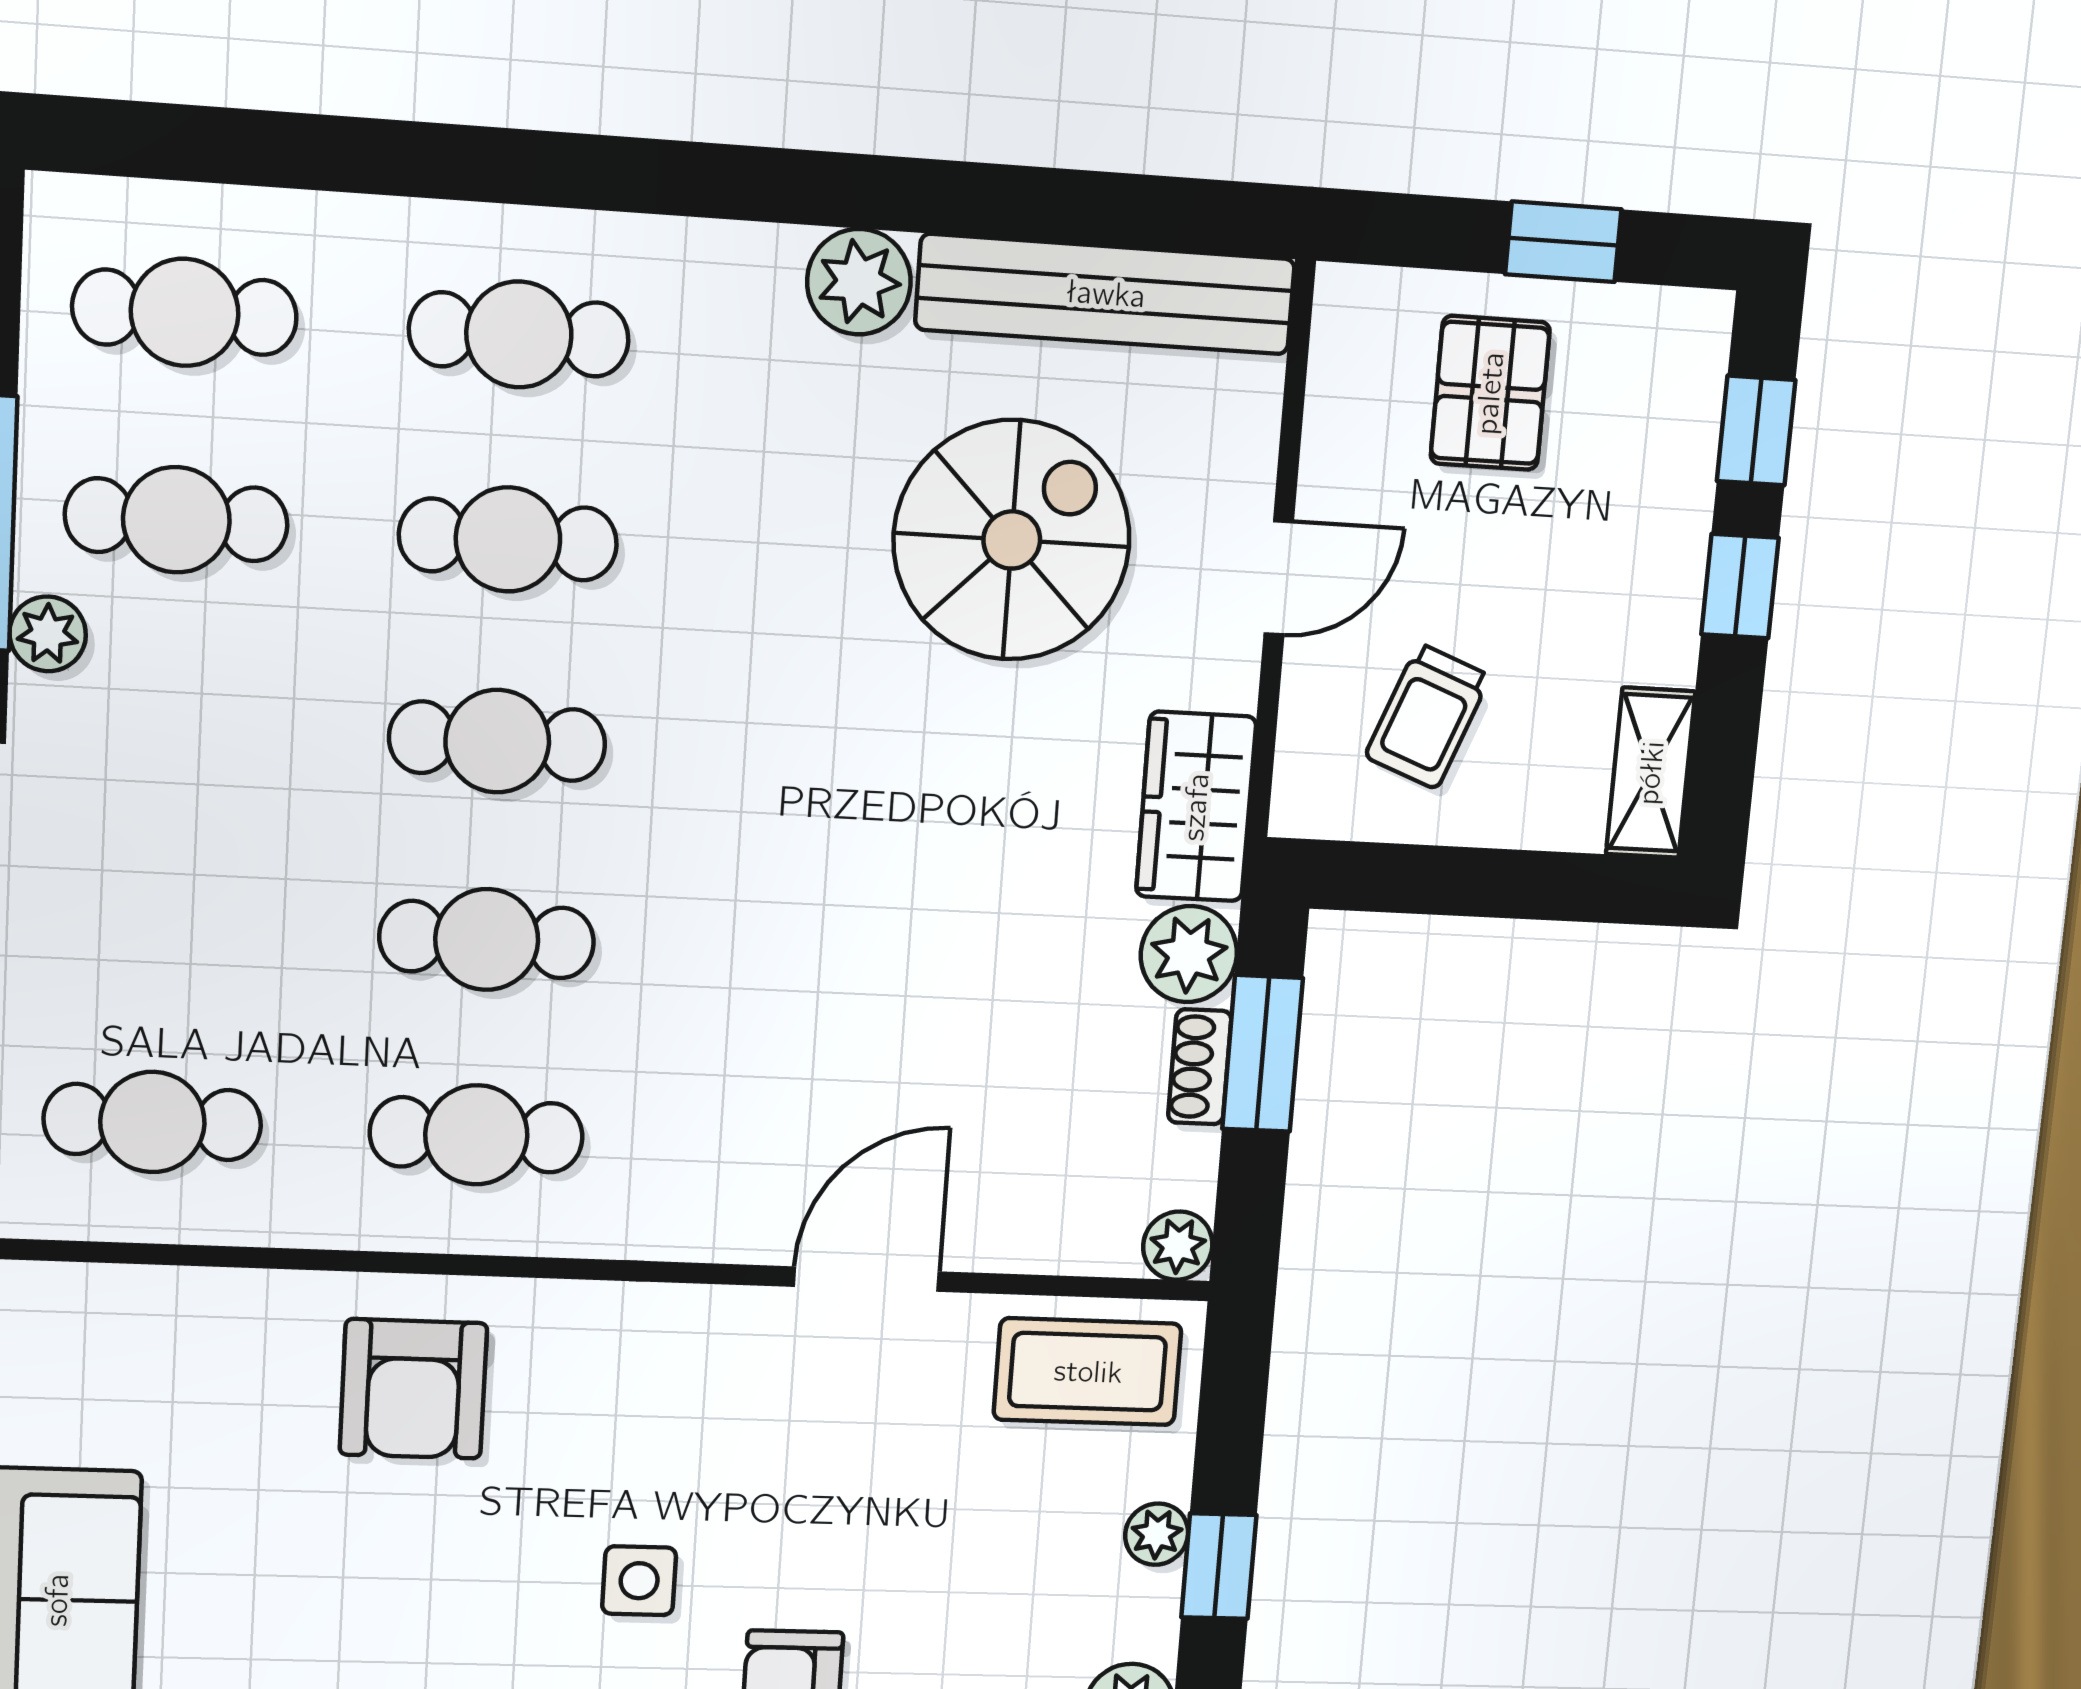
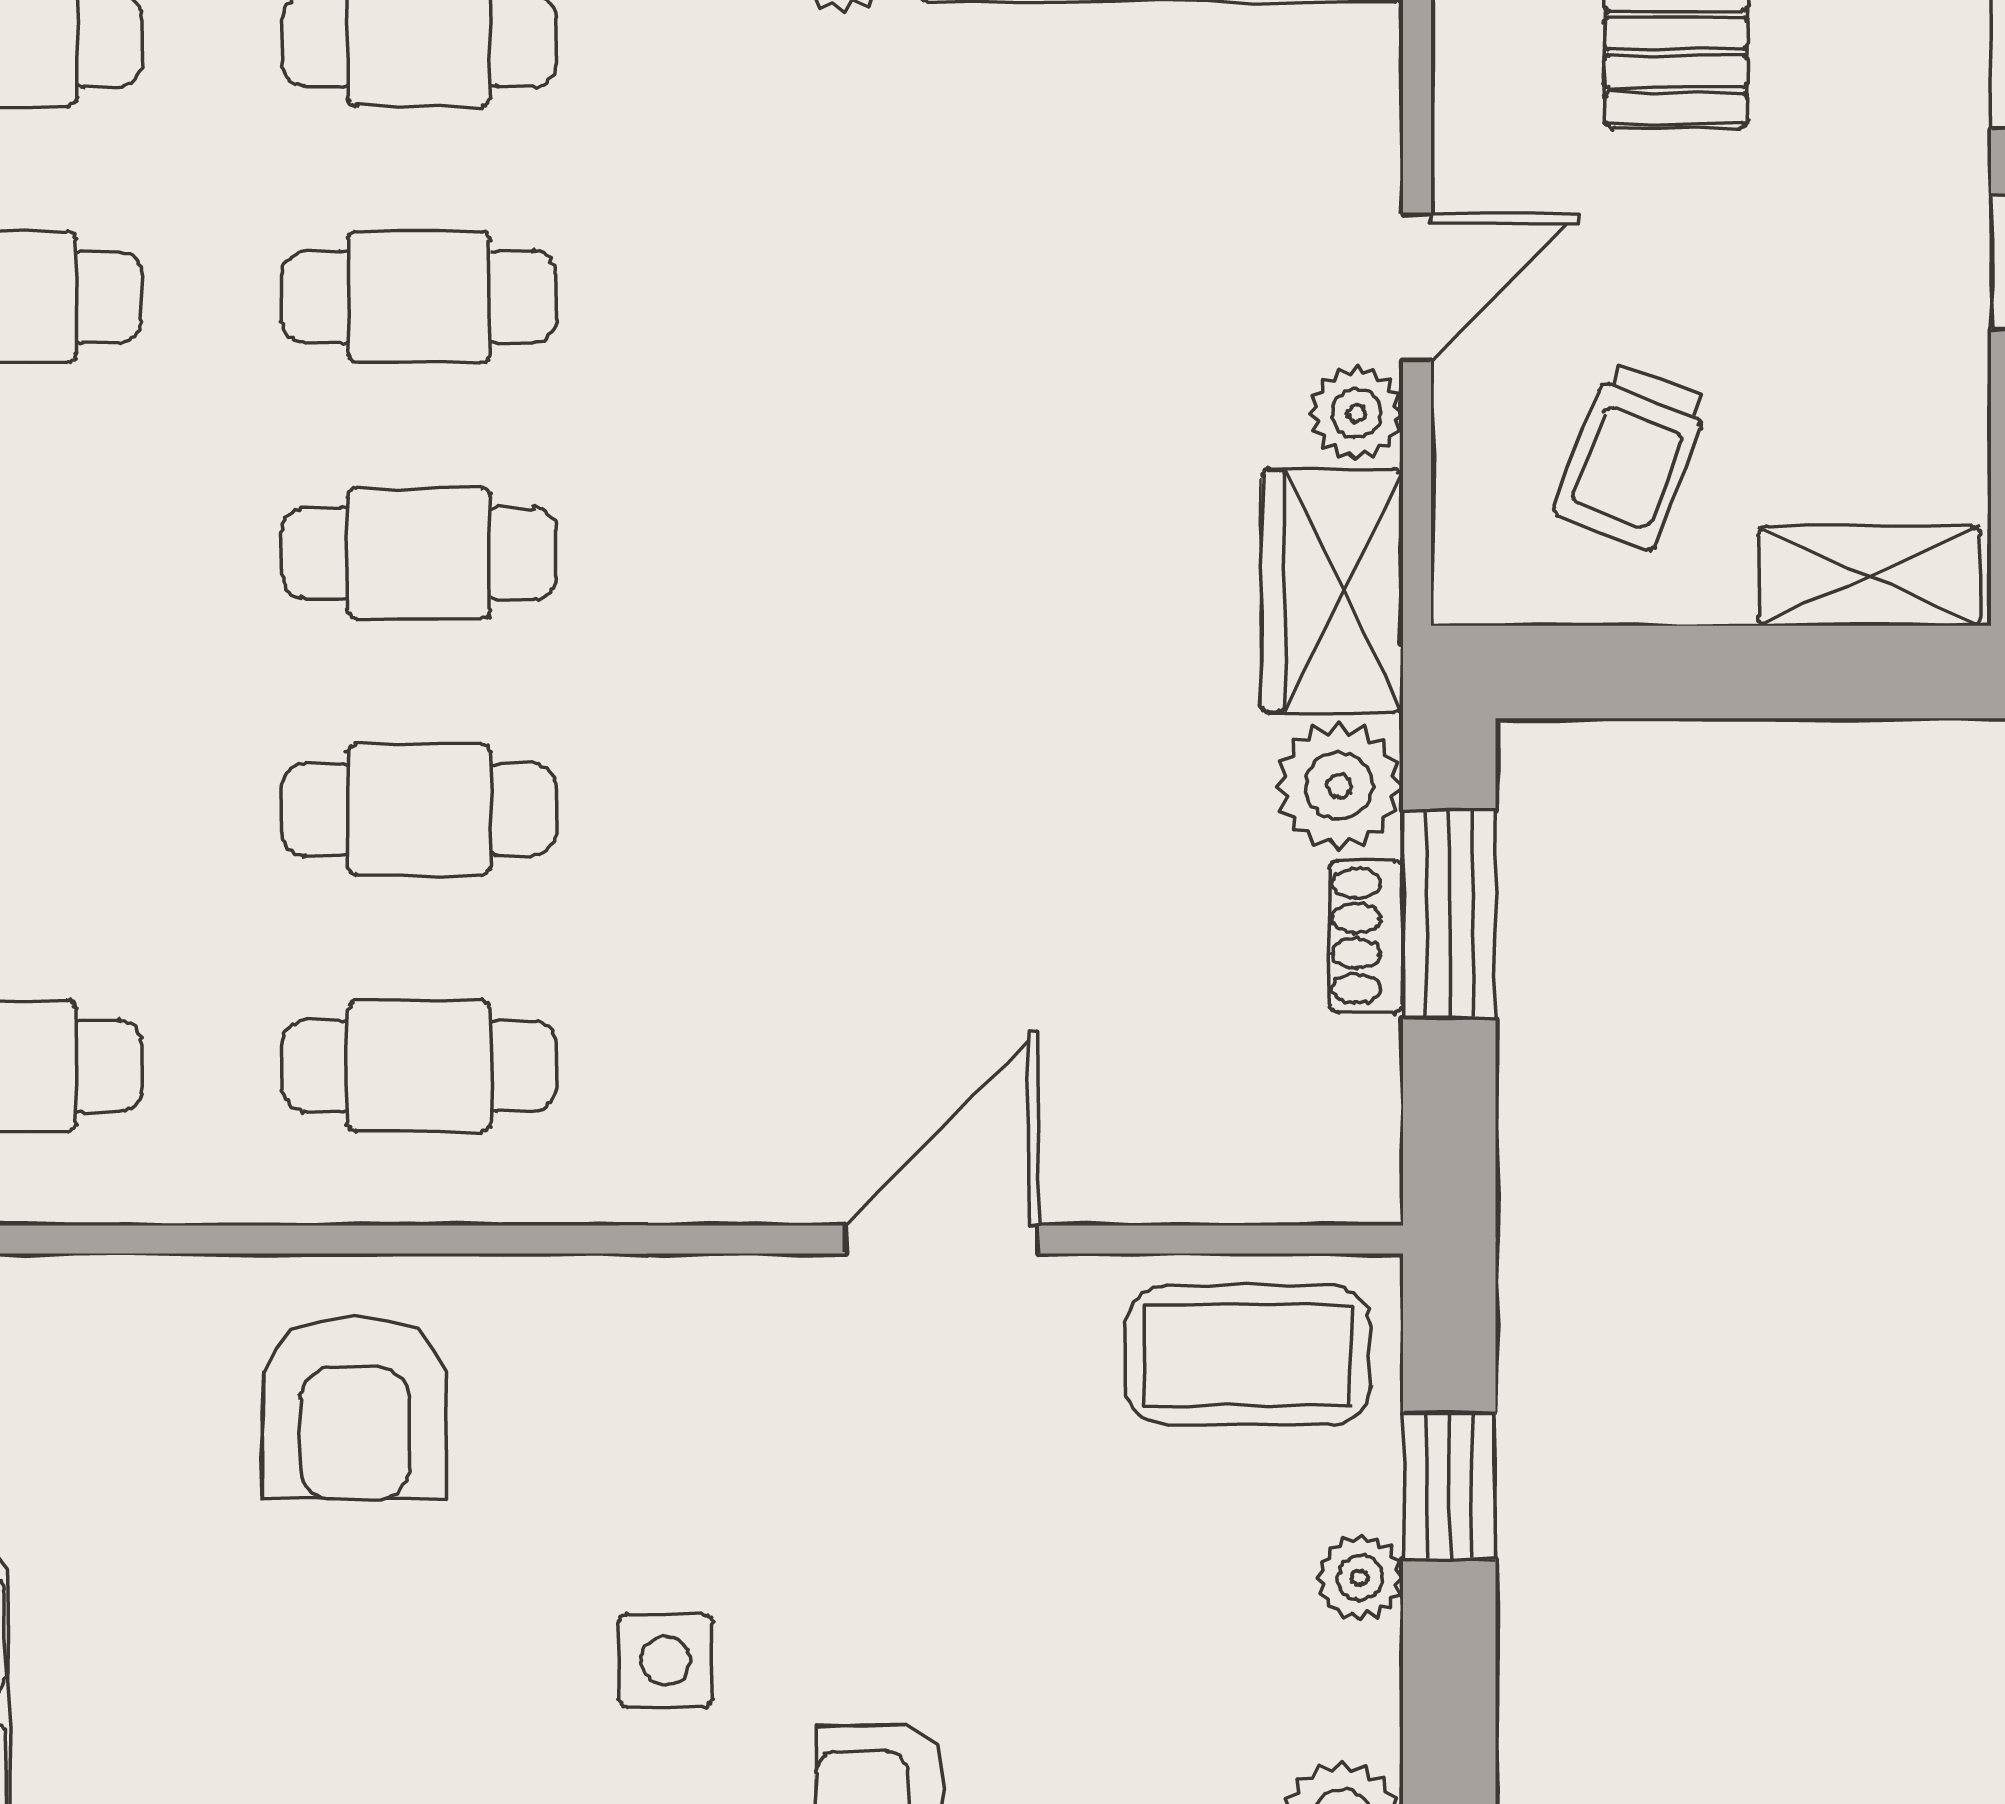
spiral stairs: (1012, 540) -> (1063, 259), removed
shelving: (1651, 773) -> (1869, 576), moved, turned 90
plant: (1178, 1246) -> (1356, 413), moved
window: (1219, 1566) -> (1449, 1486), moved

